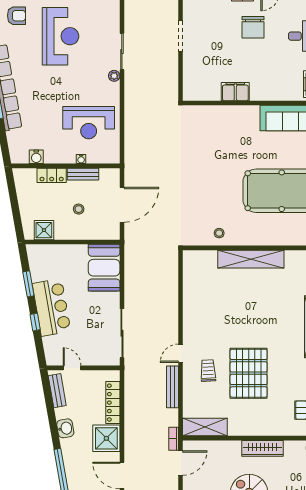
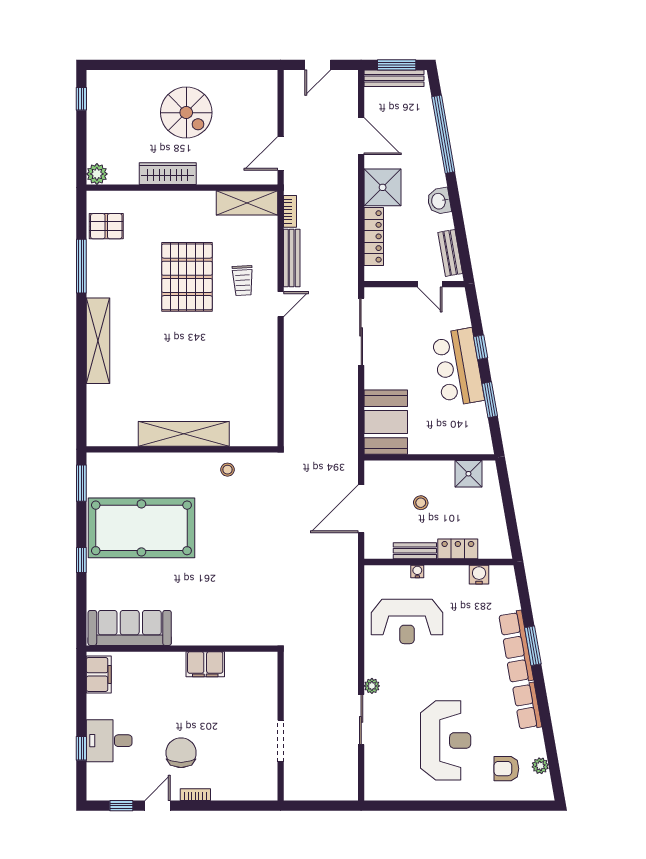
reception desk: (60, 36) -> (446, 740), turned 180
reception desk: (89, 123) -> (407, 621), turned 180
bookcase: (174, 439) -> (290, 211), moved

